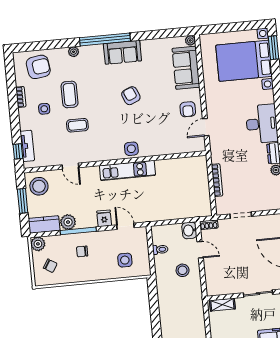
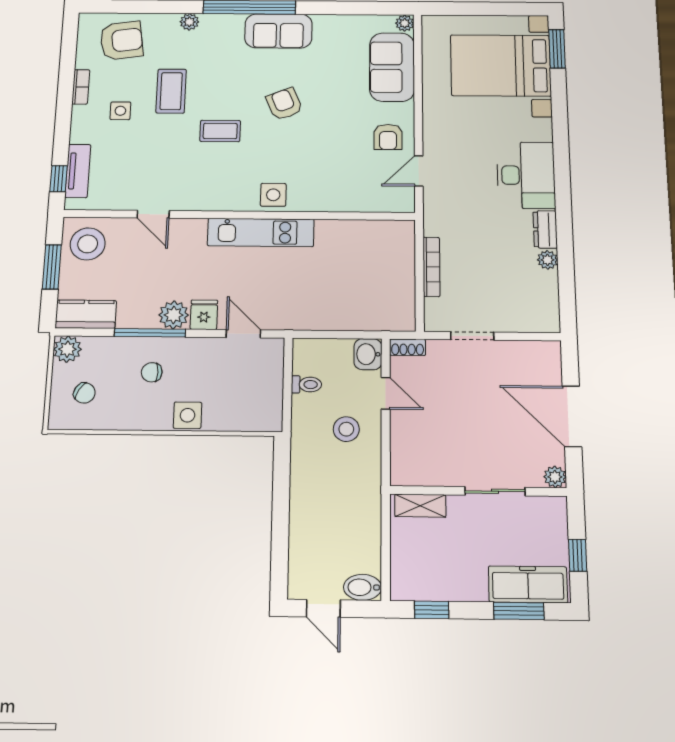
coffee table: (77, 125) -> (220, 131), moved
plant: (68, 222) -> (174, 315), moved
side table: (125, 260) -> (188, 415), moved

